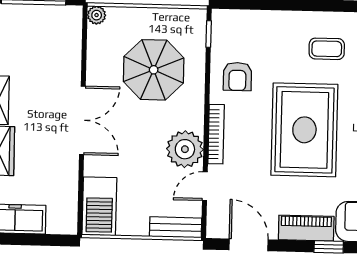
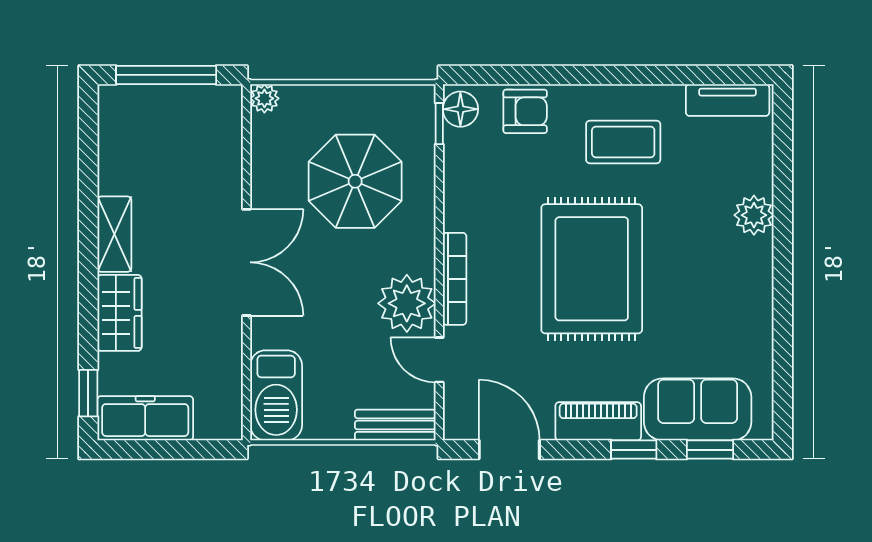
floor lamp: (223, 25) -> (460, 109), added
coffee table: (327, 49) -> (623, 142), width x1.36, depth x1.30
armchair: (237, 76) -> (525, 111), moved, turned -90
door: (205, 186) -> (439, 360), hinge flipped

